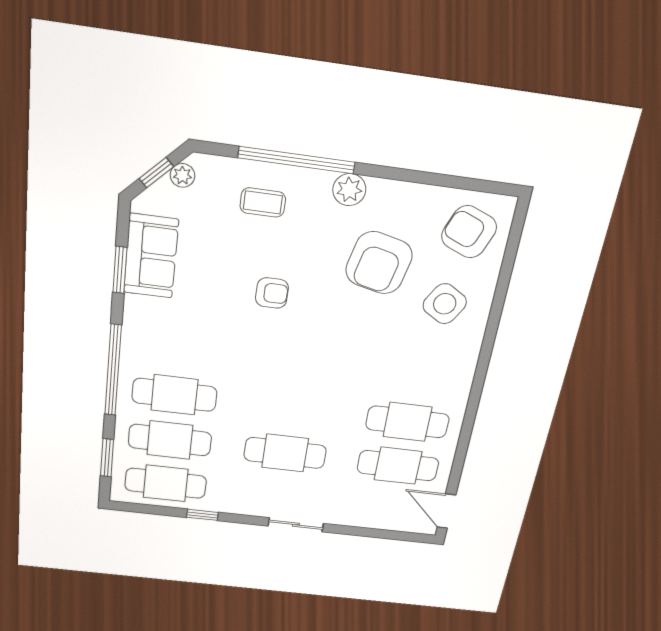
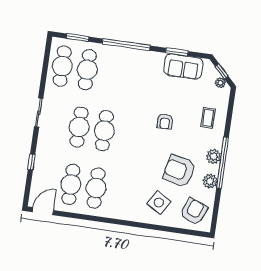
window: (297, 160) -> (223, 163), moved
plant: (404, 197) -> (210, 181), added
cafe table: (174, 395) -> (104, 131), moved
window: (202, 515) -> (31, 162), moved
sliding door: (296, 525) -> (39, 113), moved

